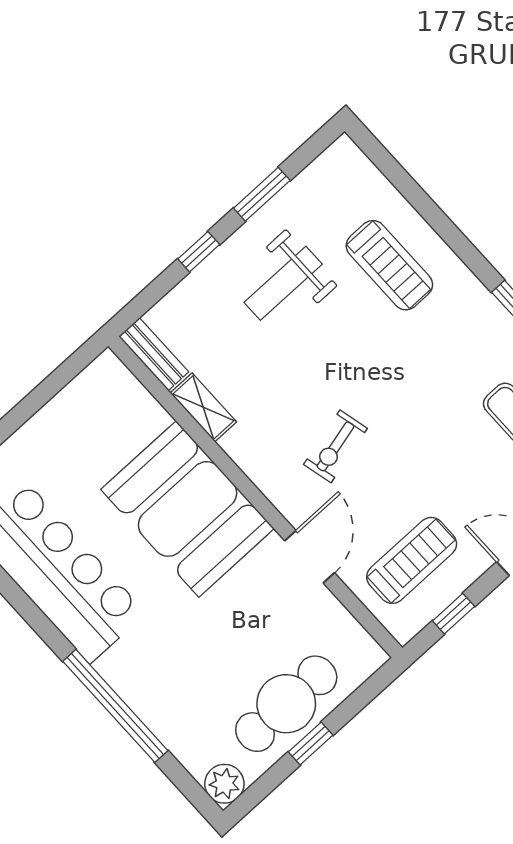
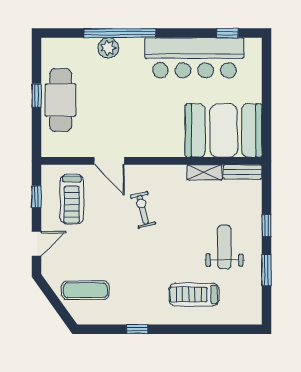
booth: (188, 509) -> (224, 130), moved
plant: (224, 784) -> (108, 48), moved

